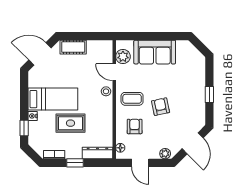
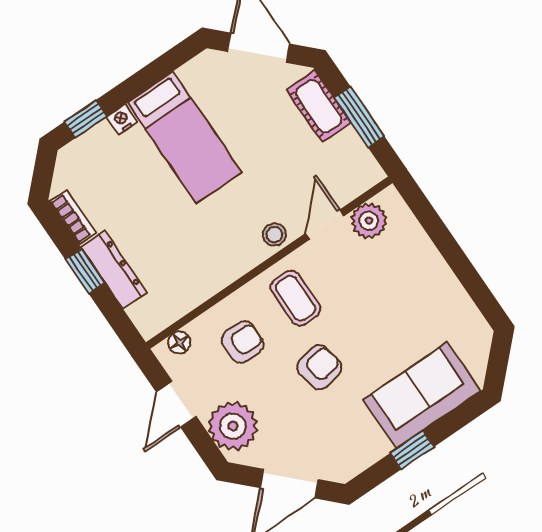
window: (86, 36) -> (359, 117), added
sofa: (155, 52) -> (422, 395), moved, turned 90
rug: (71, 123) -> (160, 207), removed
dresser: (97, 153) -> (114, 269), moved
plant: (165, 154) -> (233, 426), width x1.87, depth x1.87

